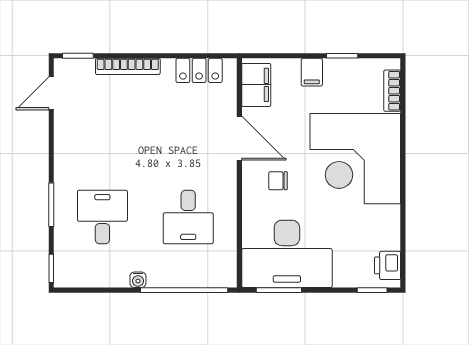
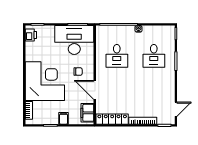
locker: (199, 70) -> (112, 119), width x1.53
desk: (188, 217) -> (117, 56), turned 180

